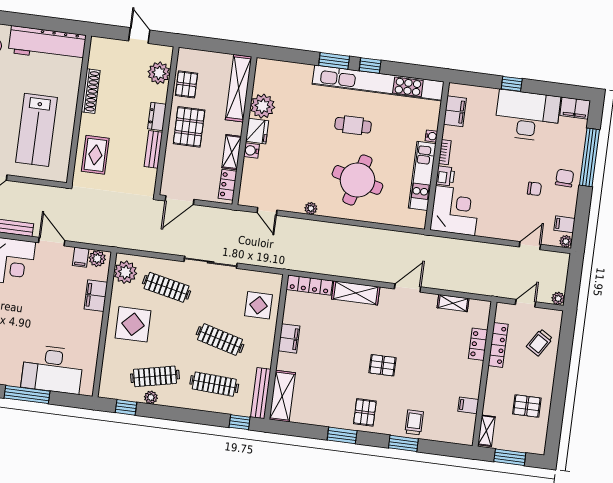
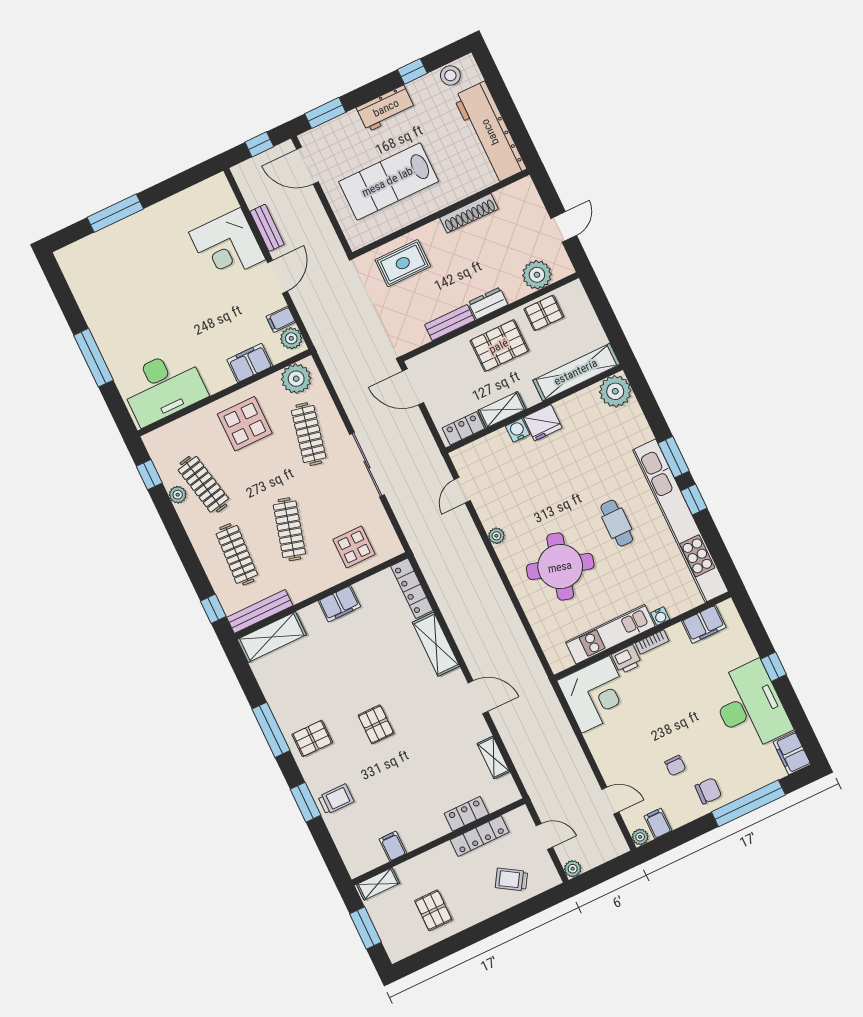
plant: (263, 106) -> (615, 391), moved
desk: (52, 369) -> (163, 387), moved, turned -90
window: (342, 435) -> (271, 730), width x1.44

